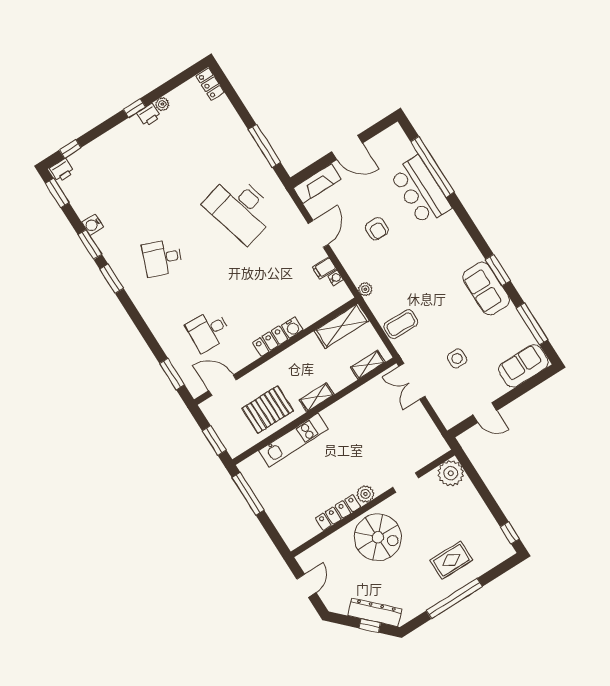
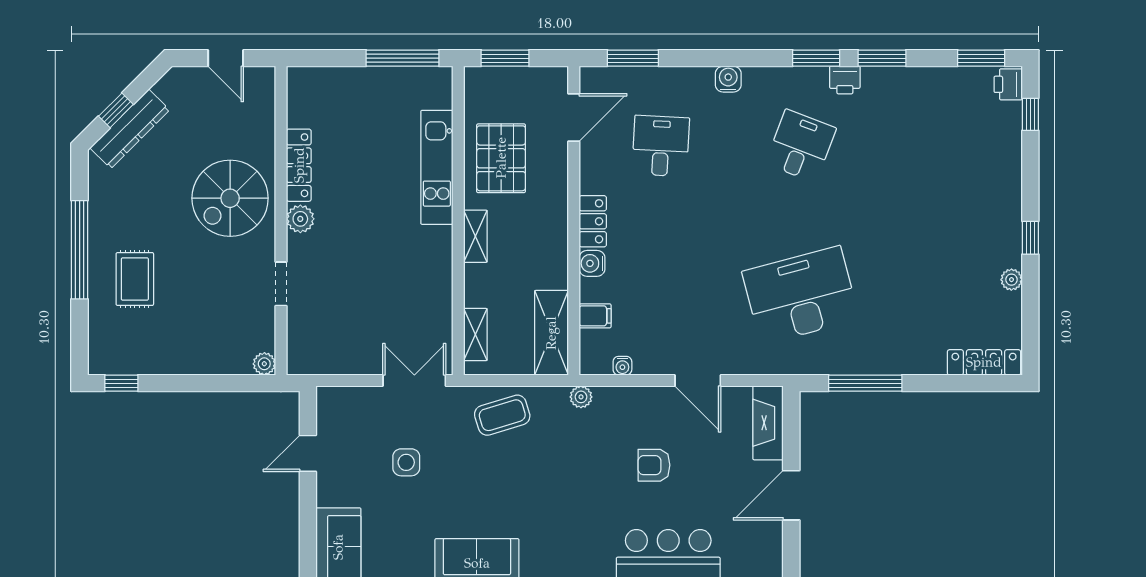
locker: (210, 84) -> (984, 362), width x1.53
printer: (149, 115) -> (845, 80), moved, turned -90
water cooler: (93, 225) -> (728, 79), moved
filing cabinet: (324, 268) -> (595, 316), moved, turned 90
coffee table: (401, 324) -> (502, 415), turned 72
plant: (451, 473) -> (264, 364), width x0.53, depth x0.53

